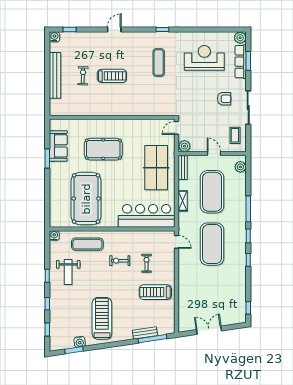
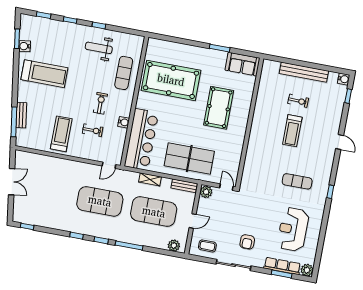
reception desk: (204, 58) -> (293, 229), turned 180
sofa: (58, 146) -> (243, 64), moved
water cooler: (54, 236) -> (124, 122), moved

